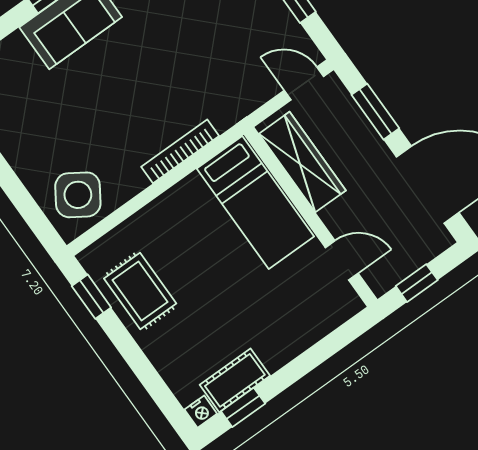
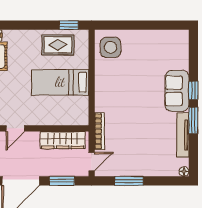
bookcase: (180, 151) -> (99, 131), moved
side table: (78, 195) -> (110, 47), turned -33
bed: (255, 202) -> (60, 82), moved

